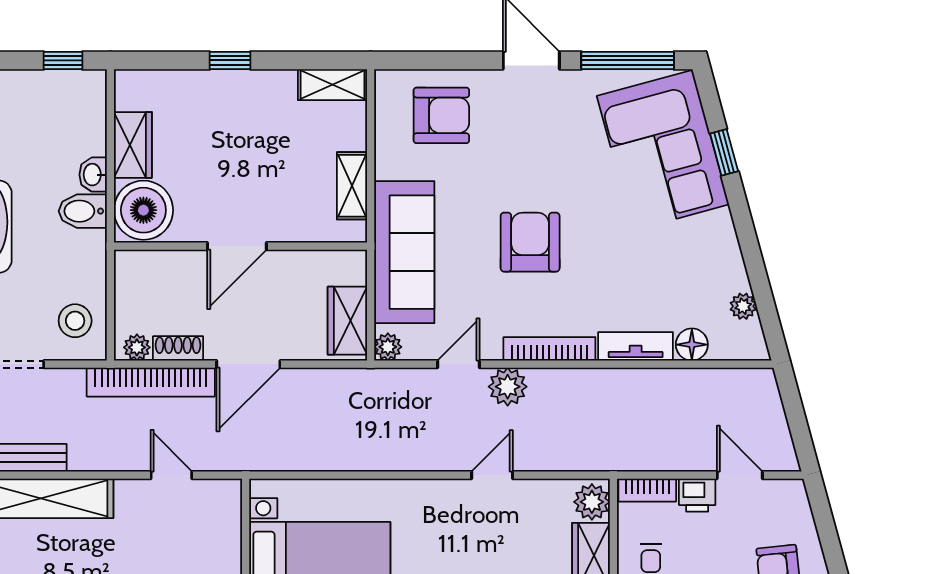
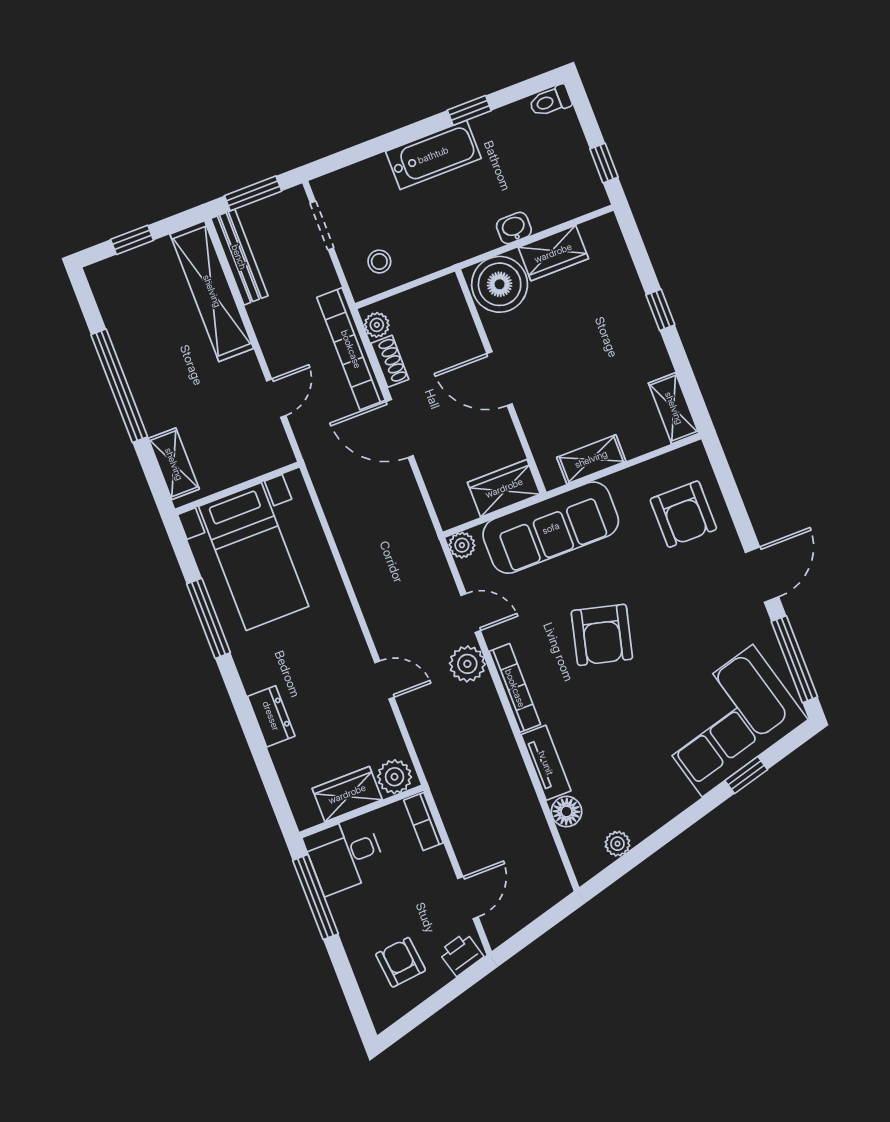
bidet: (83, 211) -> (478, 231), removed
armchair: (530, 242) -> (602, 635), turned 104
stool: (75, 321) -> (379, 262), width x0.73, depth x0.73
wardrobe: (347, 321) -> (504, 488), moved
printer: (697, 495) -> (461, 954), moved, turned 75

